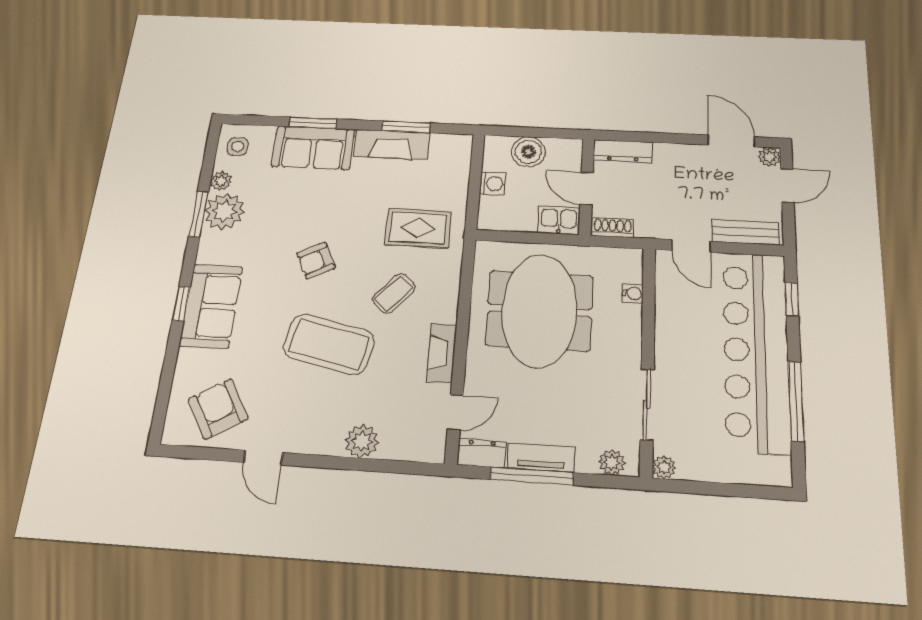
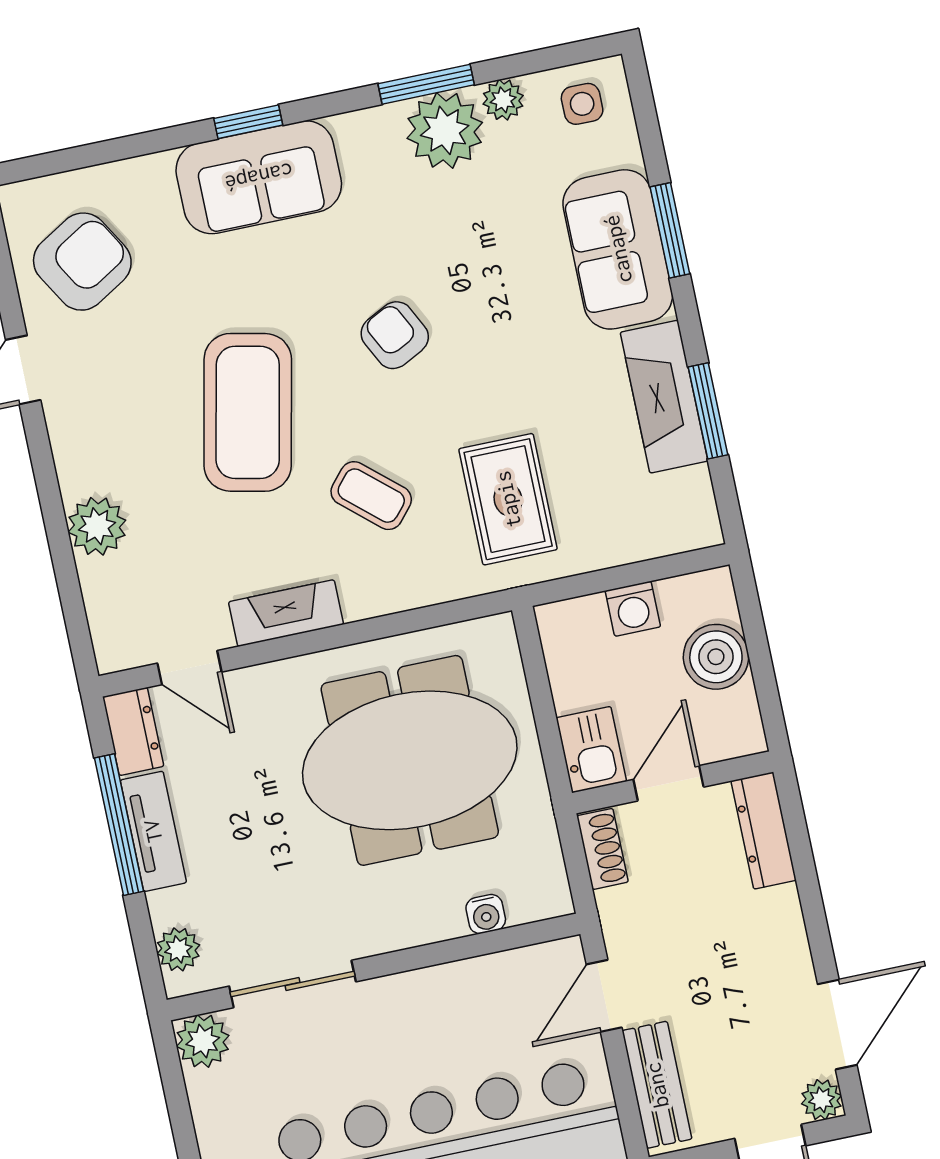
plant: (664, 467) -> (203, 1041), width x1.38, depth x1.38

